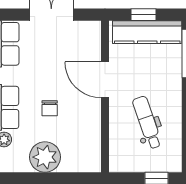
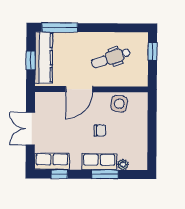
side table: (86, 134) -> (119, 104), added
plant: (45, 157) -> (136, 134), removed

